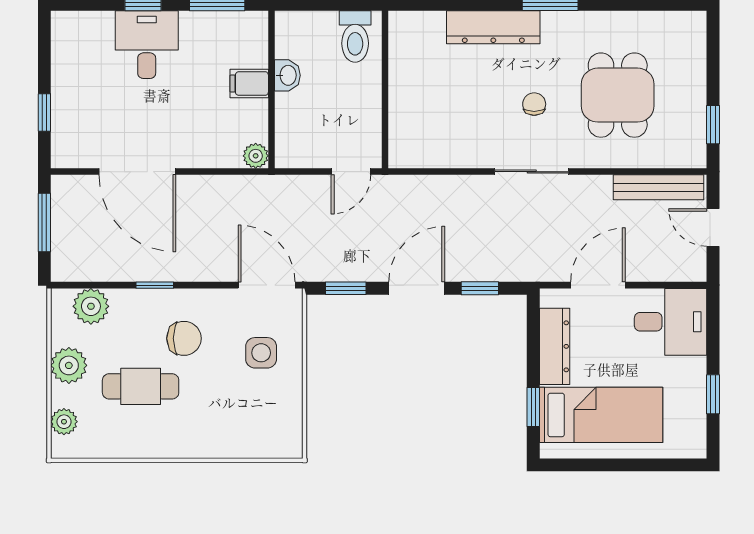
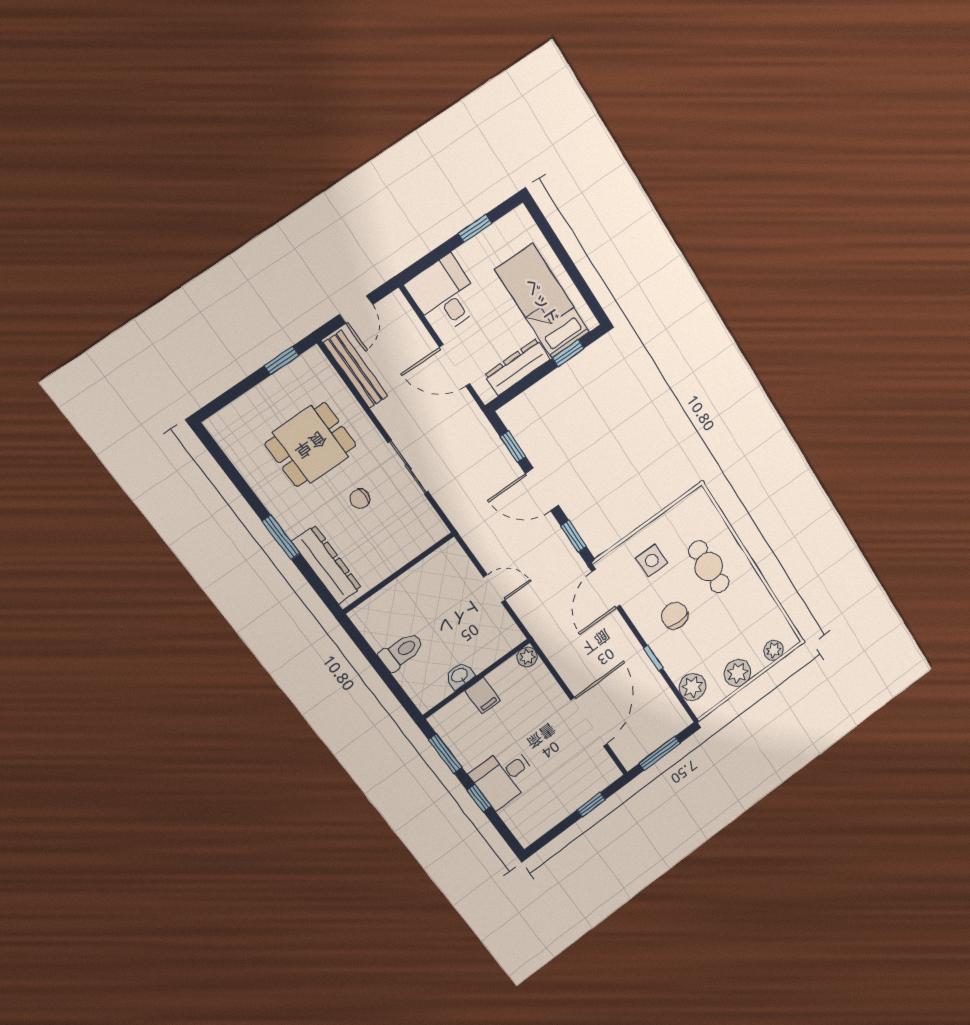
wall: (385, 90) -> (399, 573), moved
cafe table: (141, 386) -> (709, 567), moved

